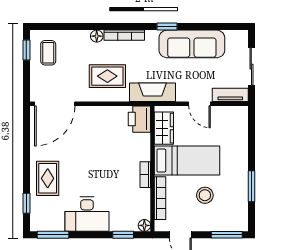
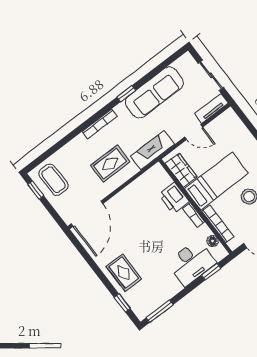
floor lamp: (97, 36) -> (80, 140), removed
coffee table: (48, 53) -> (53, 180), width x1.36, depth x1.30
printer: (139, 119) -> (174, 198), moved
desk: (87, 214) -> (192, 263), moved
floor lamp: (144, 225) -> (213, 241), moved

